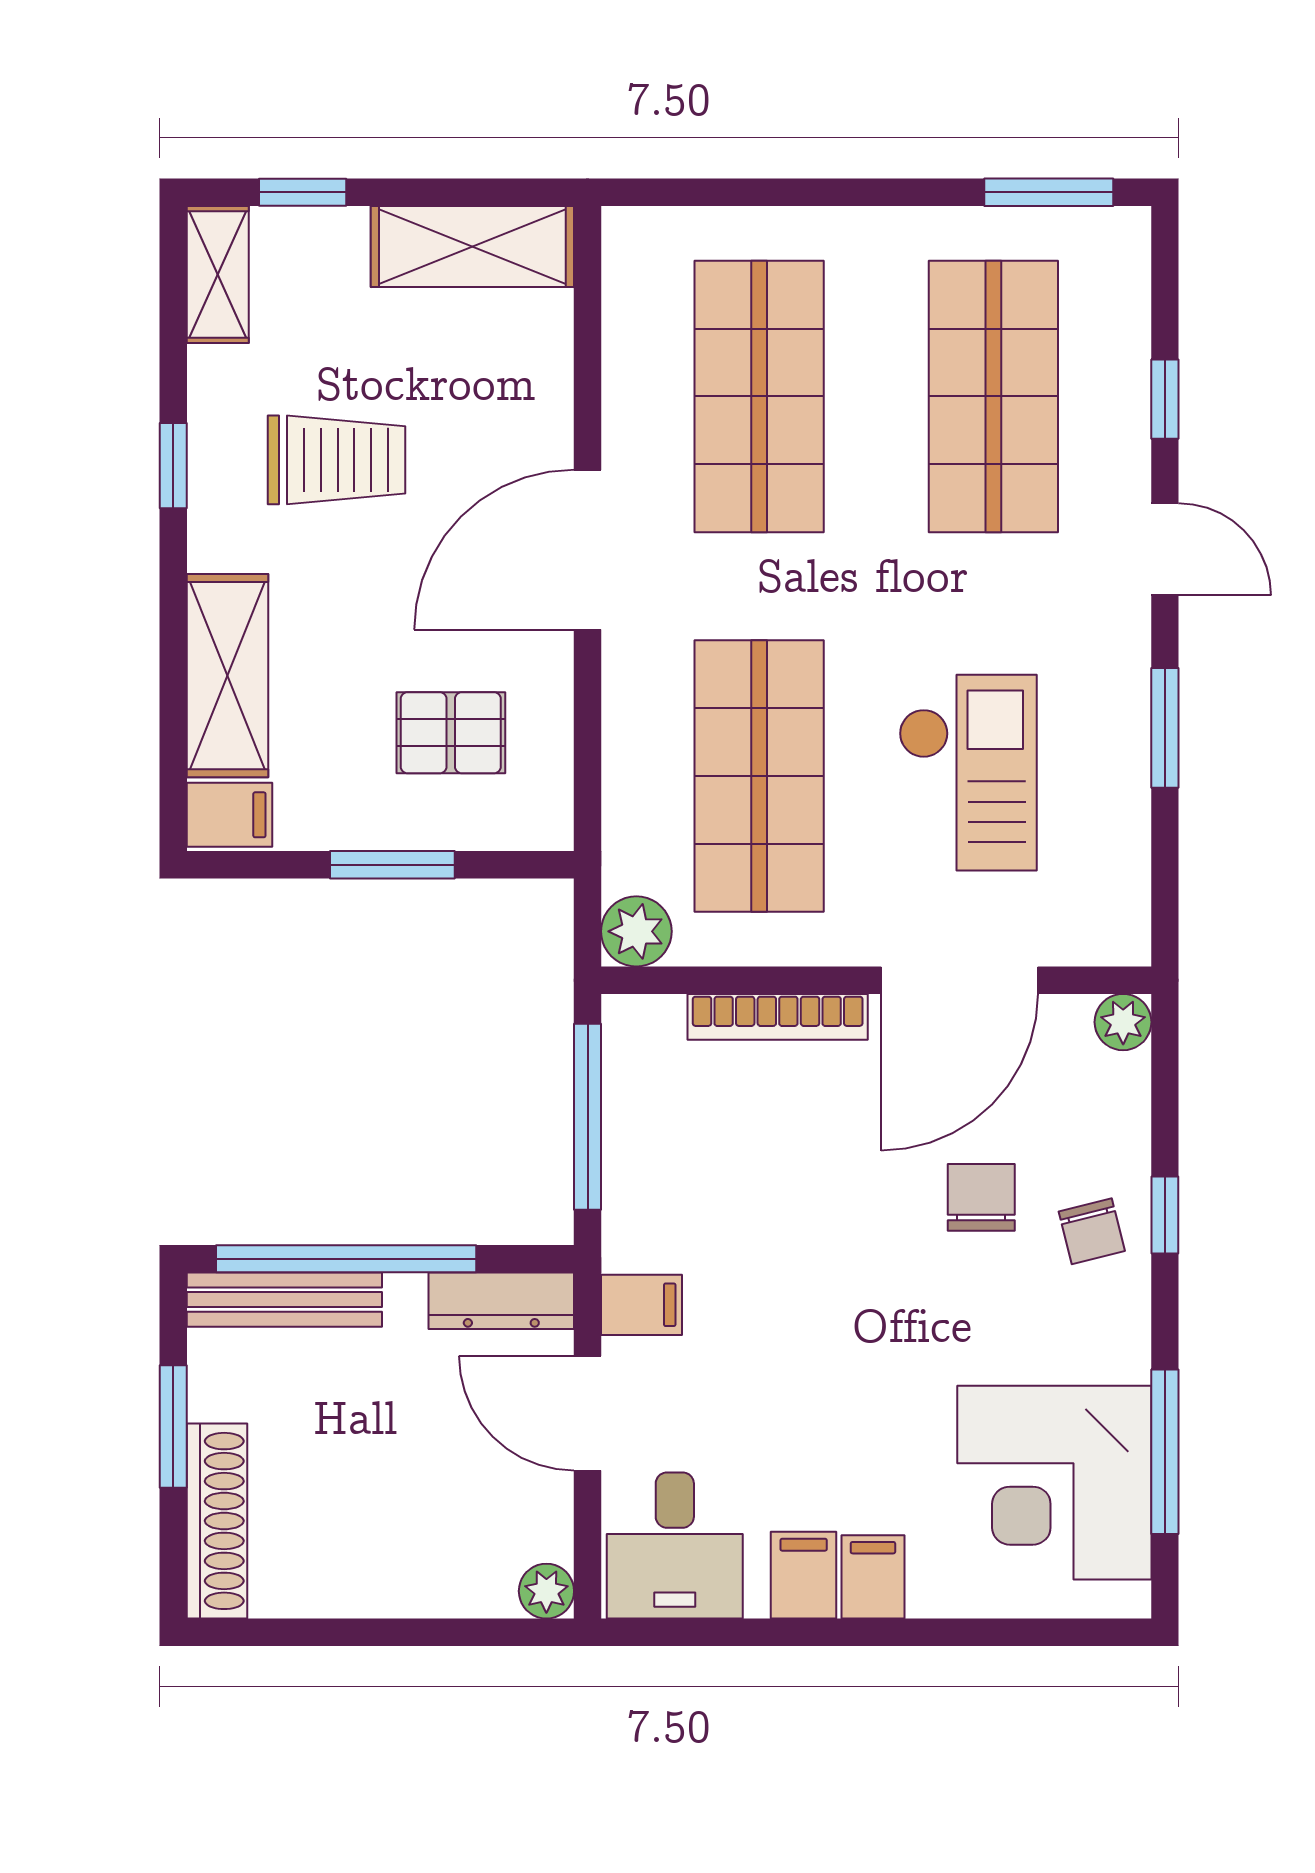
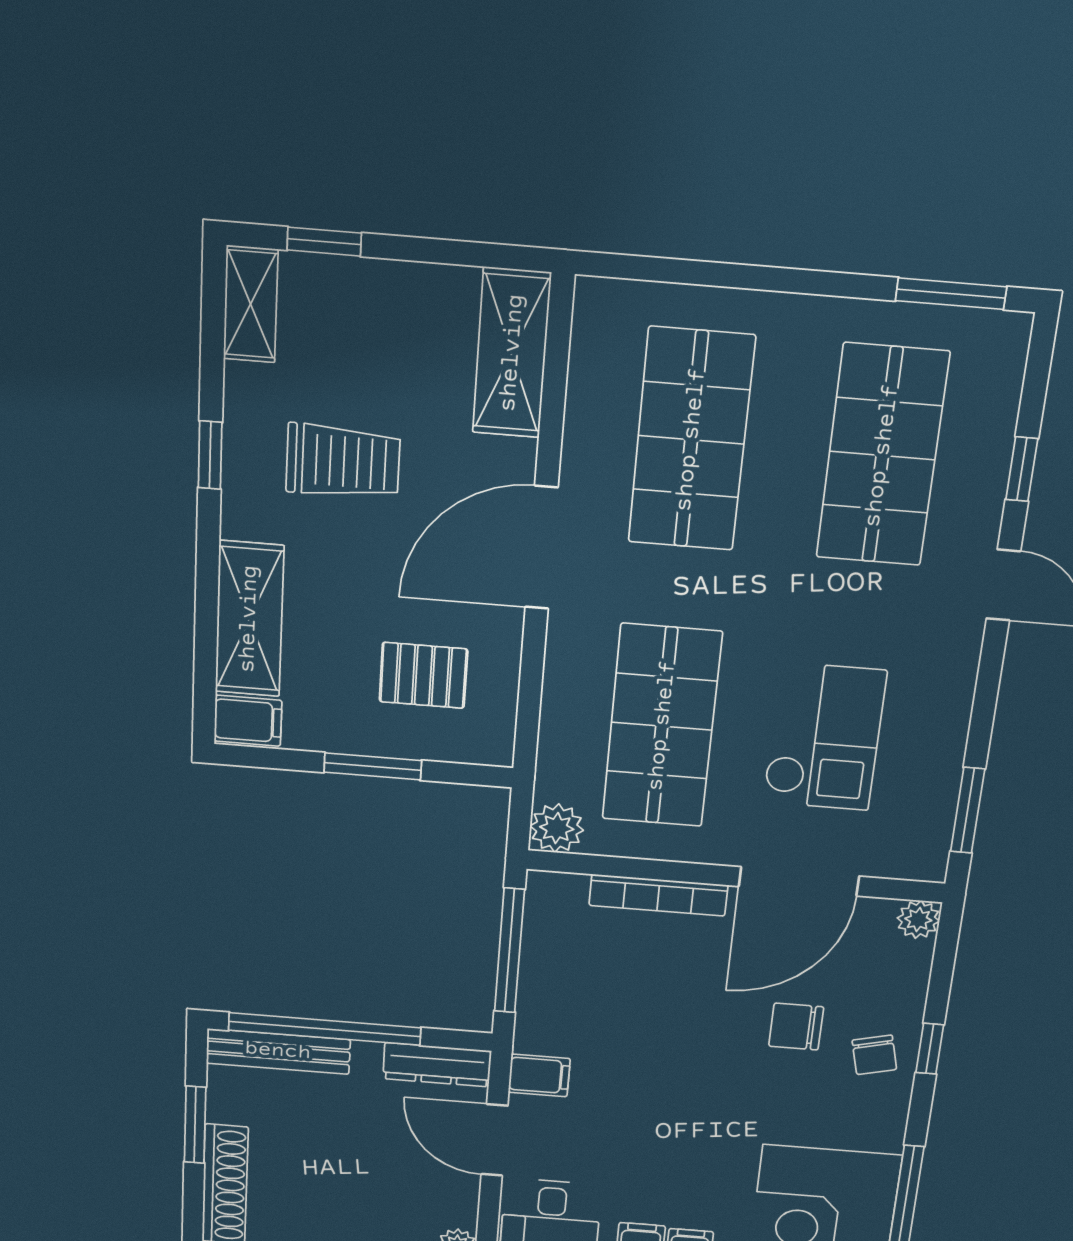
shelving: (472, 246) -> (512, 353), moved, turned 90
window: (1165, 728) -> (968, 810), moved
chair: (981, 1197) -> (796, 1027), turned -90

